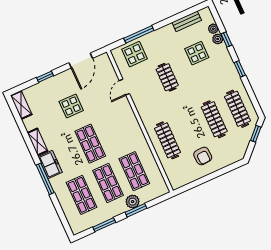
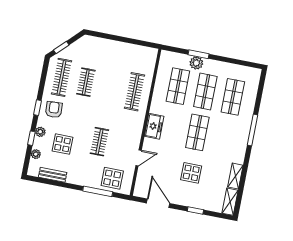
plant: (218, 39) -> (40, 132), moved
door: (81, 61) -> (158, 203), hinge flipped
clothes rail: (214, 119) -> (86, 82), width x0.73
shelving: (37, 142) -> (235, 176), moved
armchair: (203, 156) -> (54, 110), moved
freezer: (50, 165) -> (154, 126), moved, turned 180
window: (104, 225) -> (232, 61), removed

